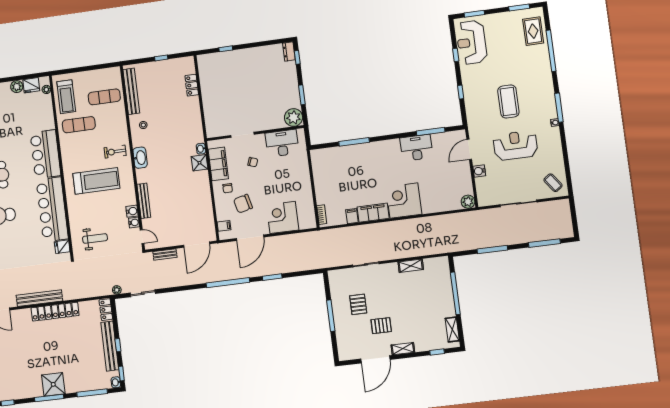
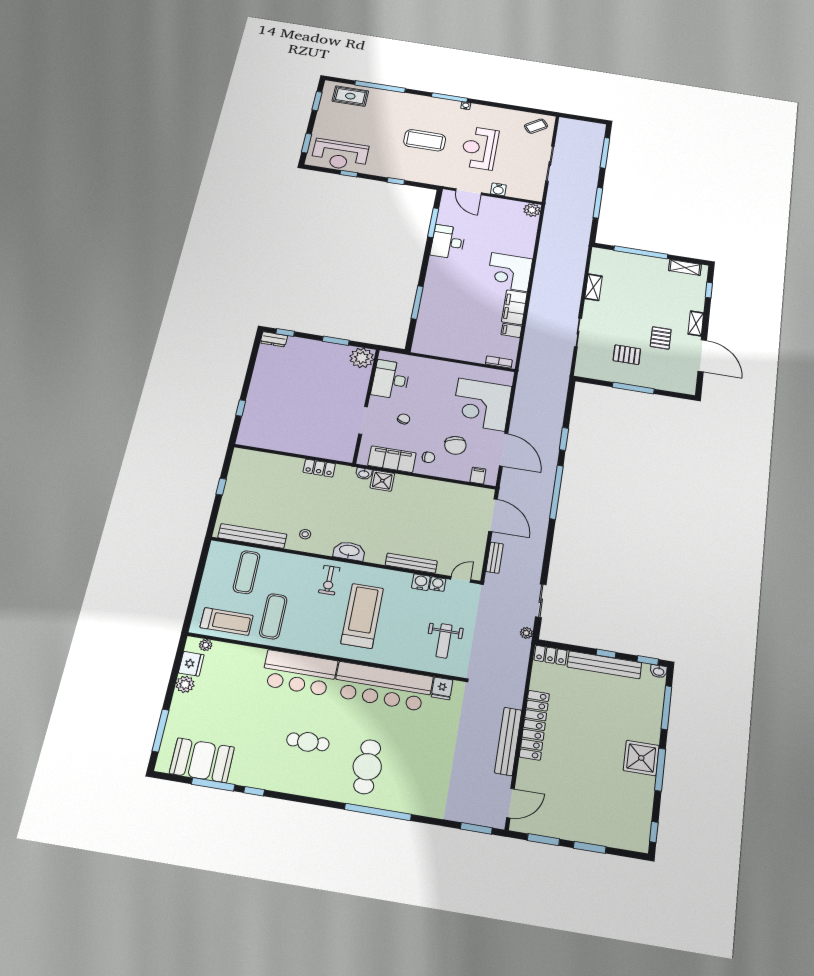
locker: (192, 85) -> (319, 468), moved
corner desk: (283, 217) -> (482, 405), width x1.36, depth x1.36
weight bench: (95, 238) -> (444, 641), turned 180

